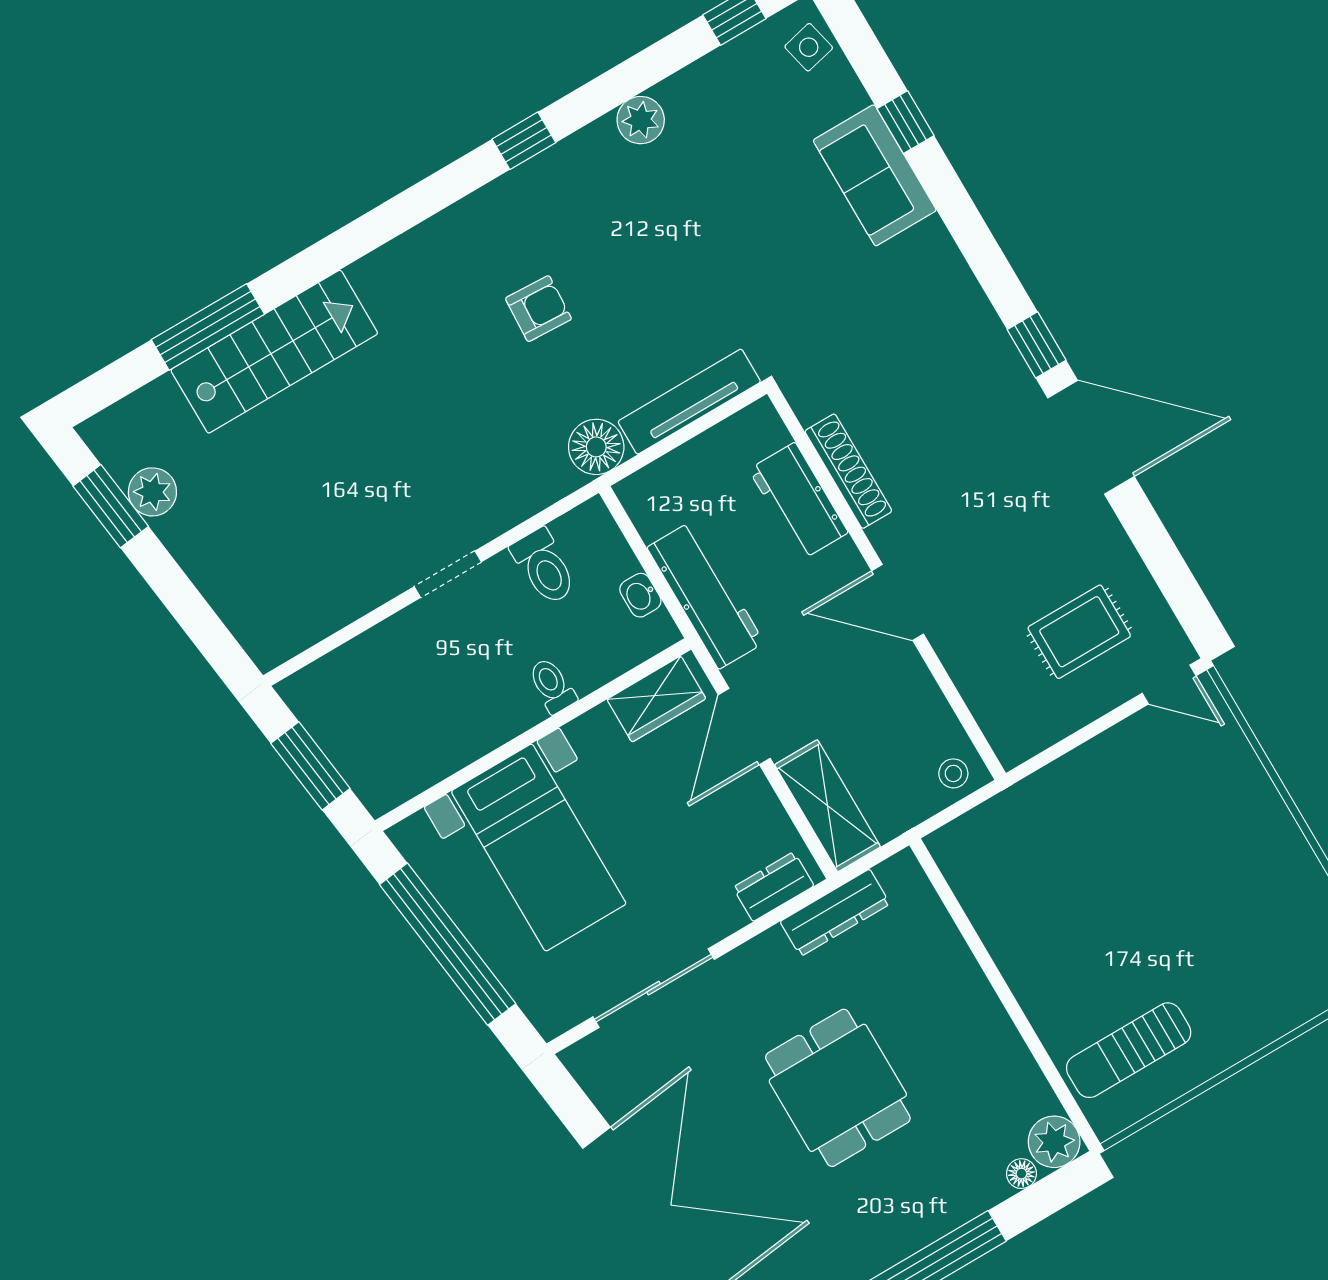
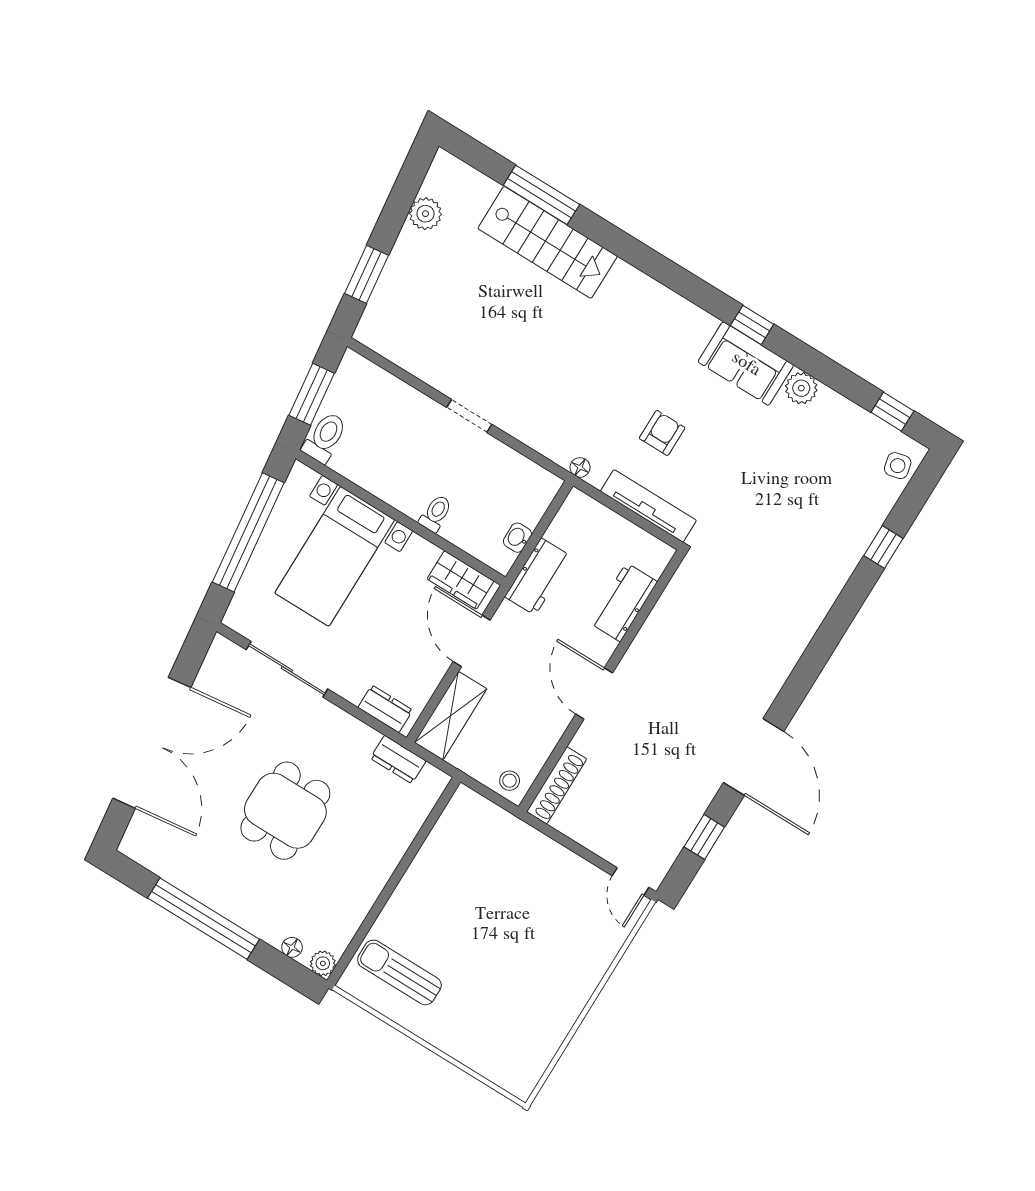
sofa: (875, 175) -> (746, 364), moved, turned -90
armchair: (538, 309) -> (662, 433), moved, turned -93
window: (1037, 345) -> (704, 837), moved
floor lamp: (596, 447) -> (580, 467), width x0.53, depth x0.53
shoe rack: (848, 471) -> (557, 785), moved
window: (111, 506) -> (367, 274), moved
toilet: (544, 567) -> (325, 437), moved, turned 180
workbench: (706, 595) -> (538, 576), width x0.73
rug: (1079, 632) -> (634, 811), removed
door: (744, 726) -> (472, 641), hinge flipped
dresser: (835, 913) -> (398, 759), width x0.70
plant: (1054, 1142) -> (323, 963), width x0.73, depth x0.73

